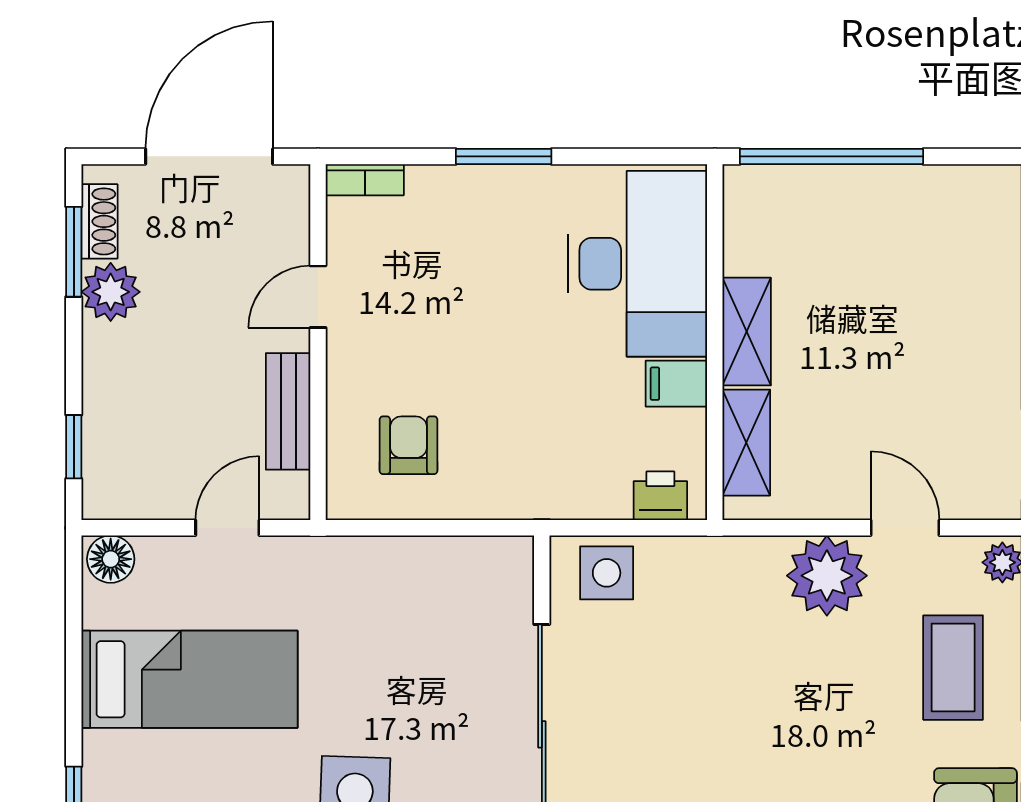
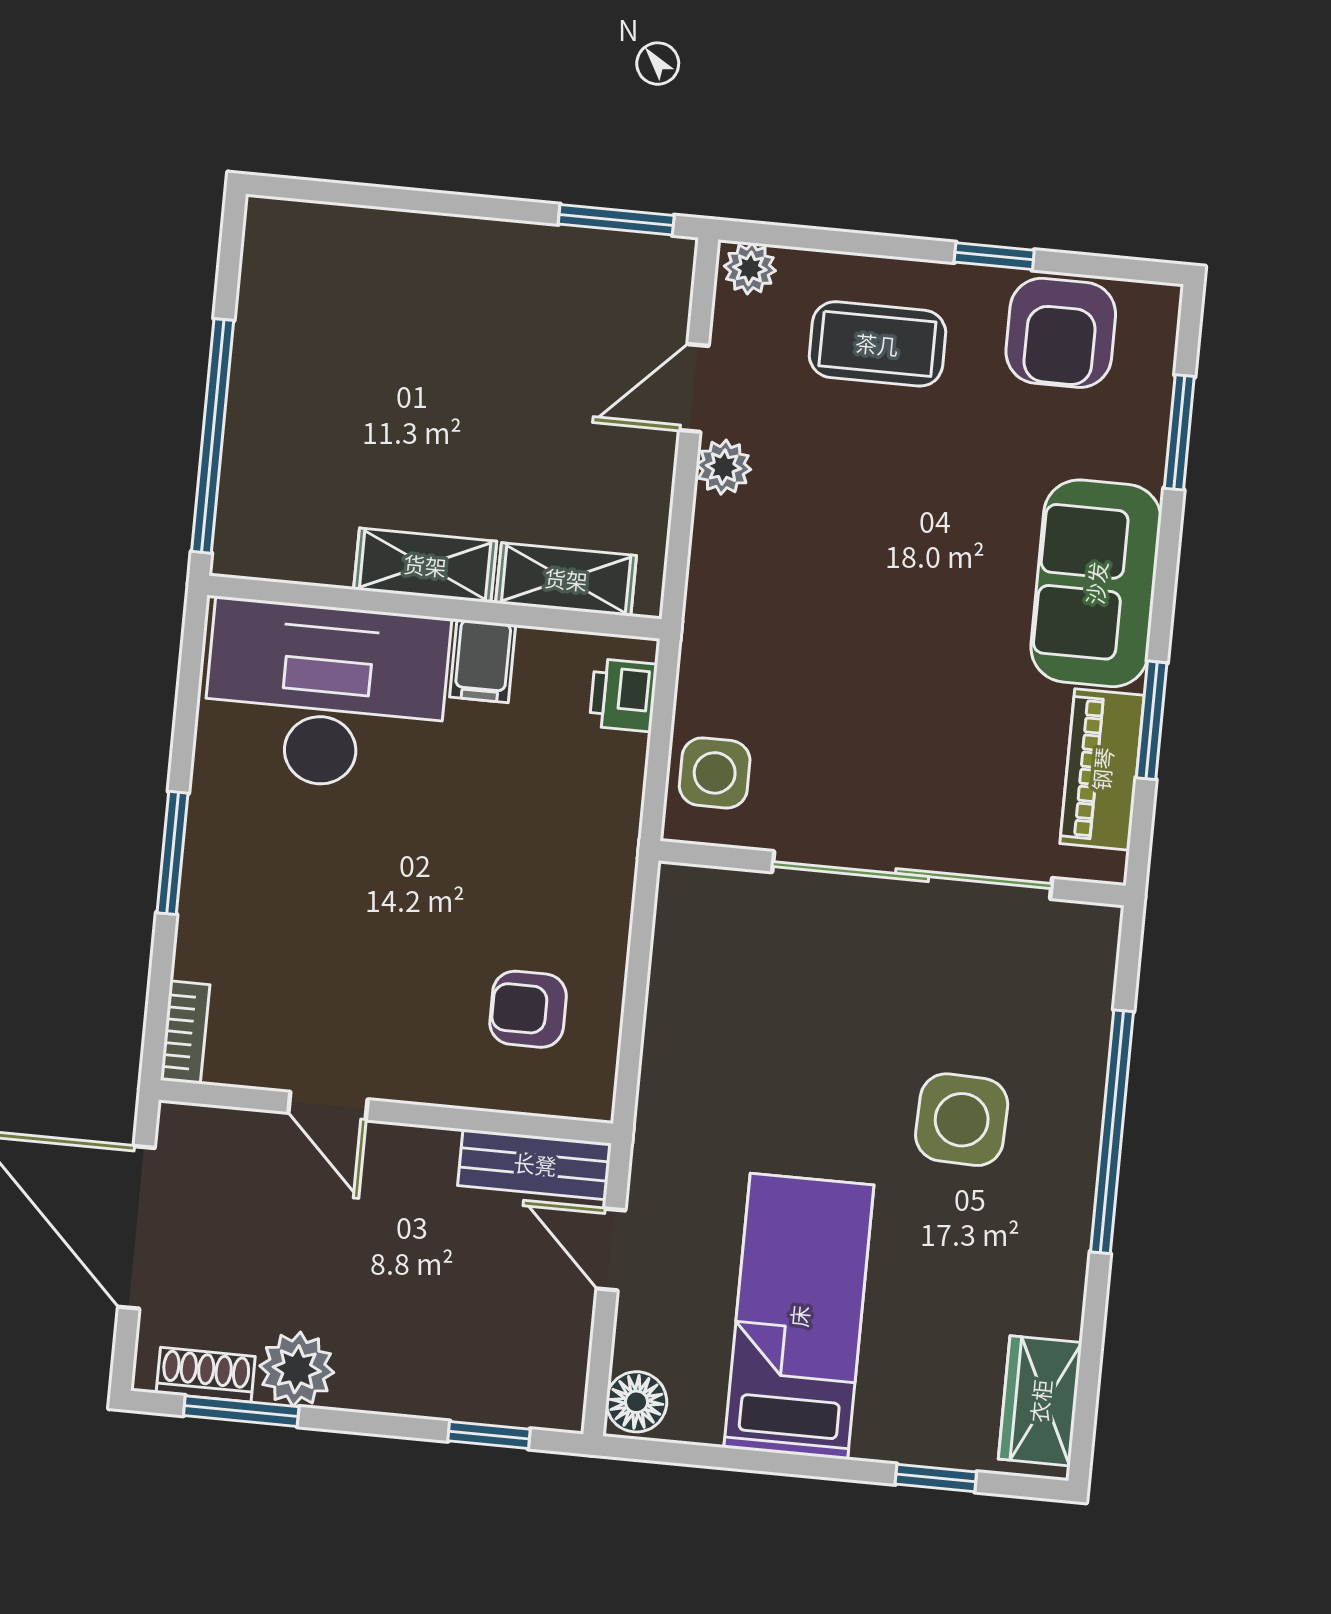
bench: (288, 411) -> (535, 1164), moved
plant: (827, 576) -> (724, 467), width x0.53, depth x0.53

